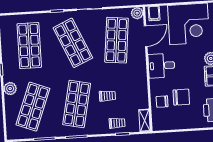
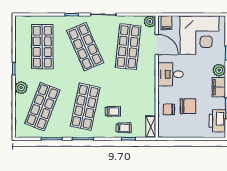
door: (146, 36) -> (157, 44), hinge flipped
trolley: (107, 96) -> (113, 111), moved

